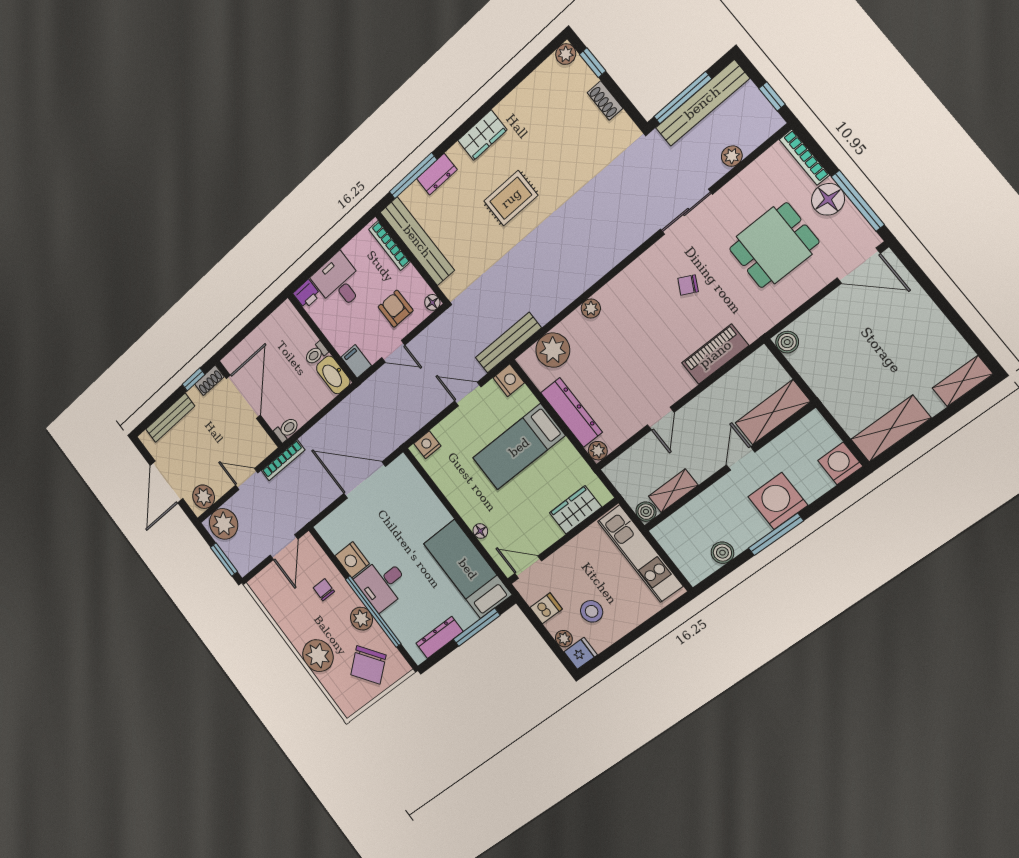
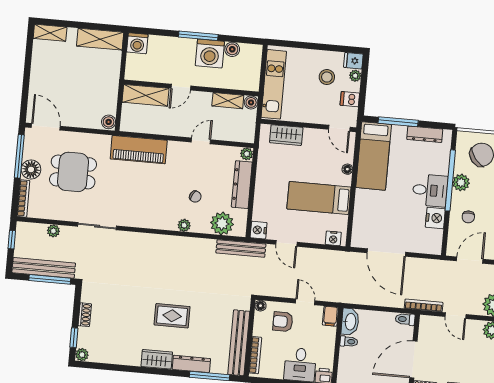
dresser: (437, 174) -> (191, 364), width x1.44
chair: (688, 285) -> (195, 197), moved
armchair: (396, 309) -> (283, 322), turned 90
piano: (715, 354) -> (139, 150), width x1.37, depth x1.33
bed: (519, 447) -> (319, 198), moved, turned 180
washing machine: (778, 501) -> (210, 53), moved

